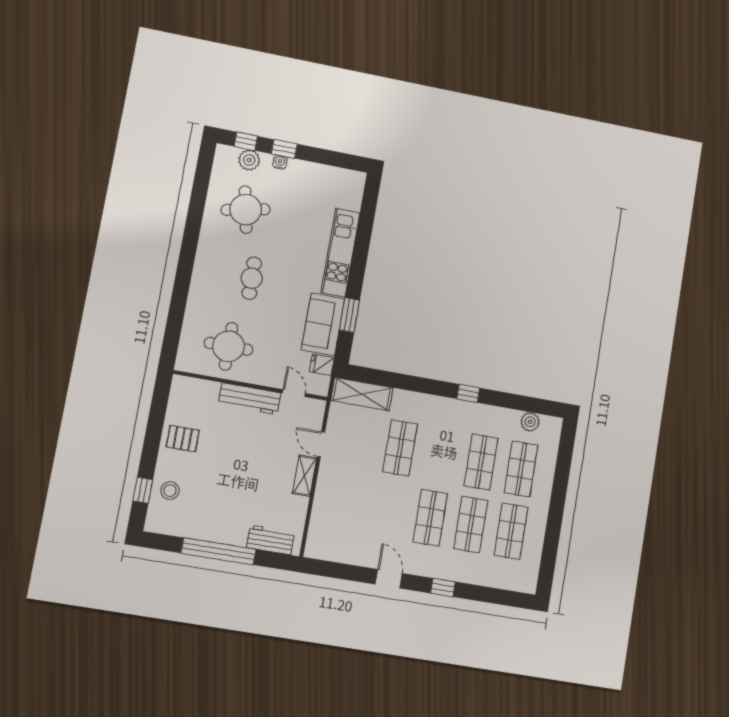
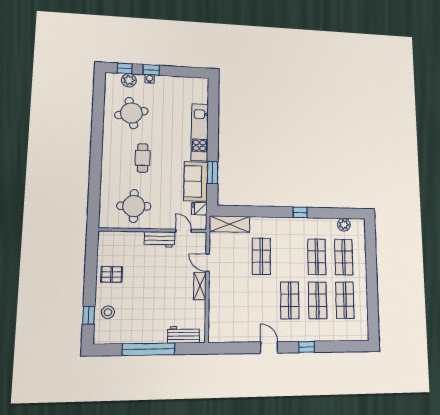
workbench: (250, 399) -> (160, 239), width x0.73

